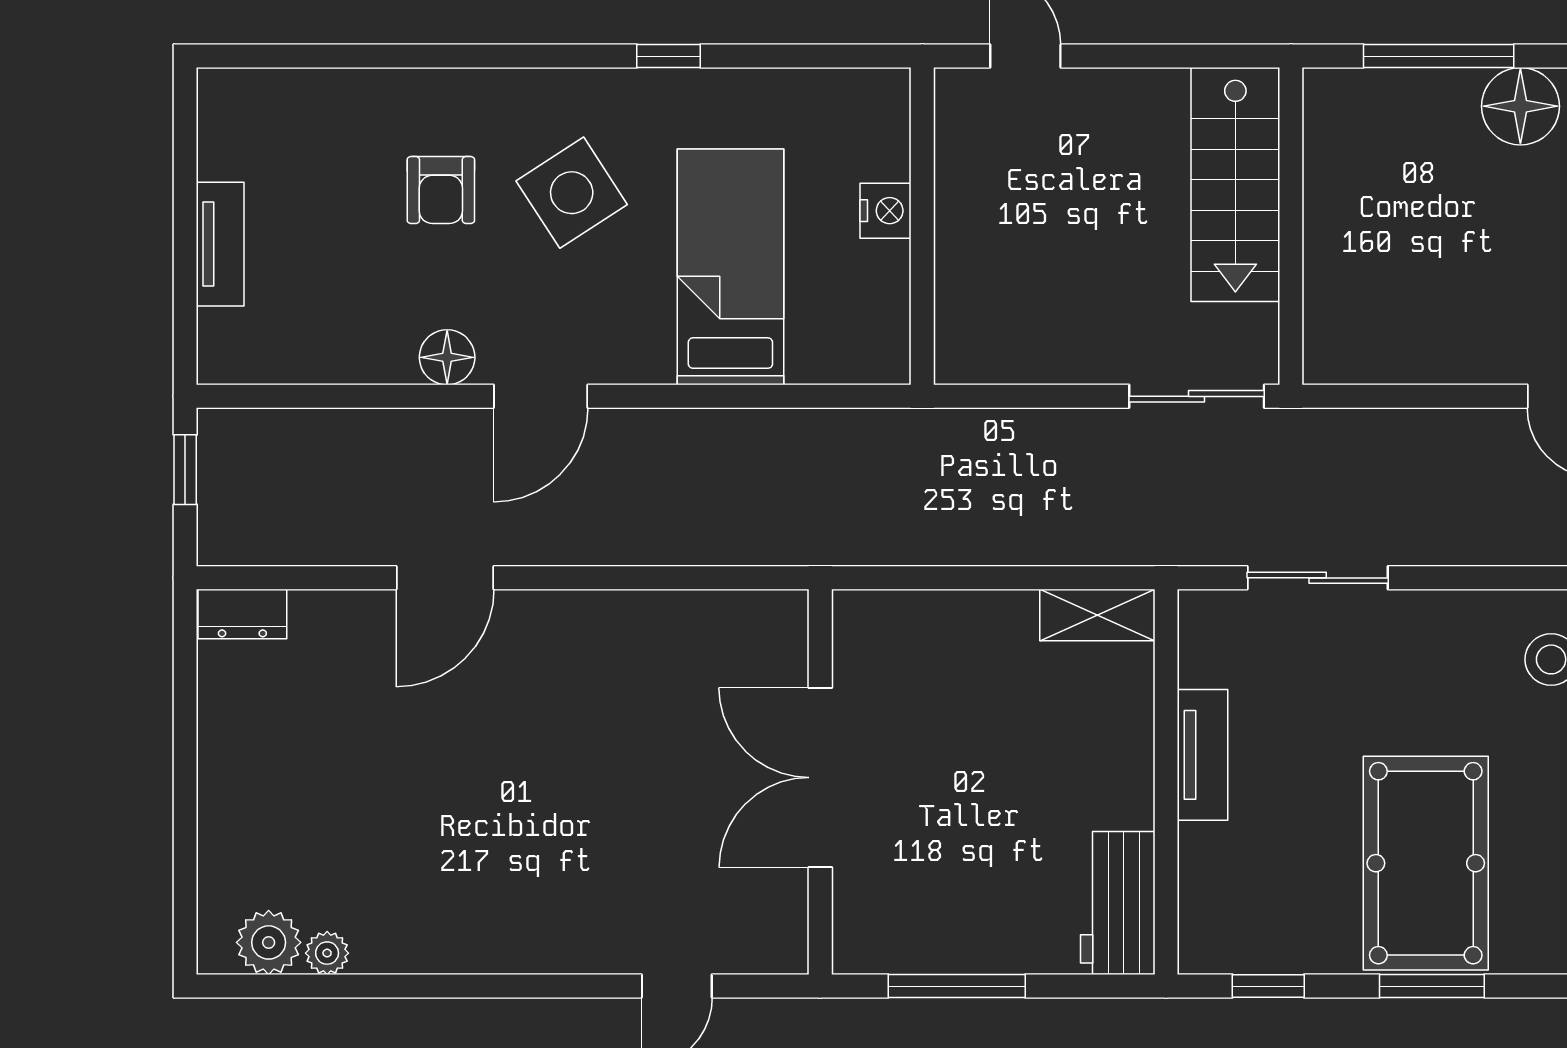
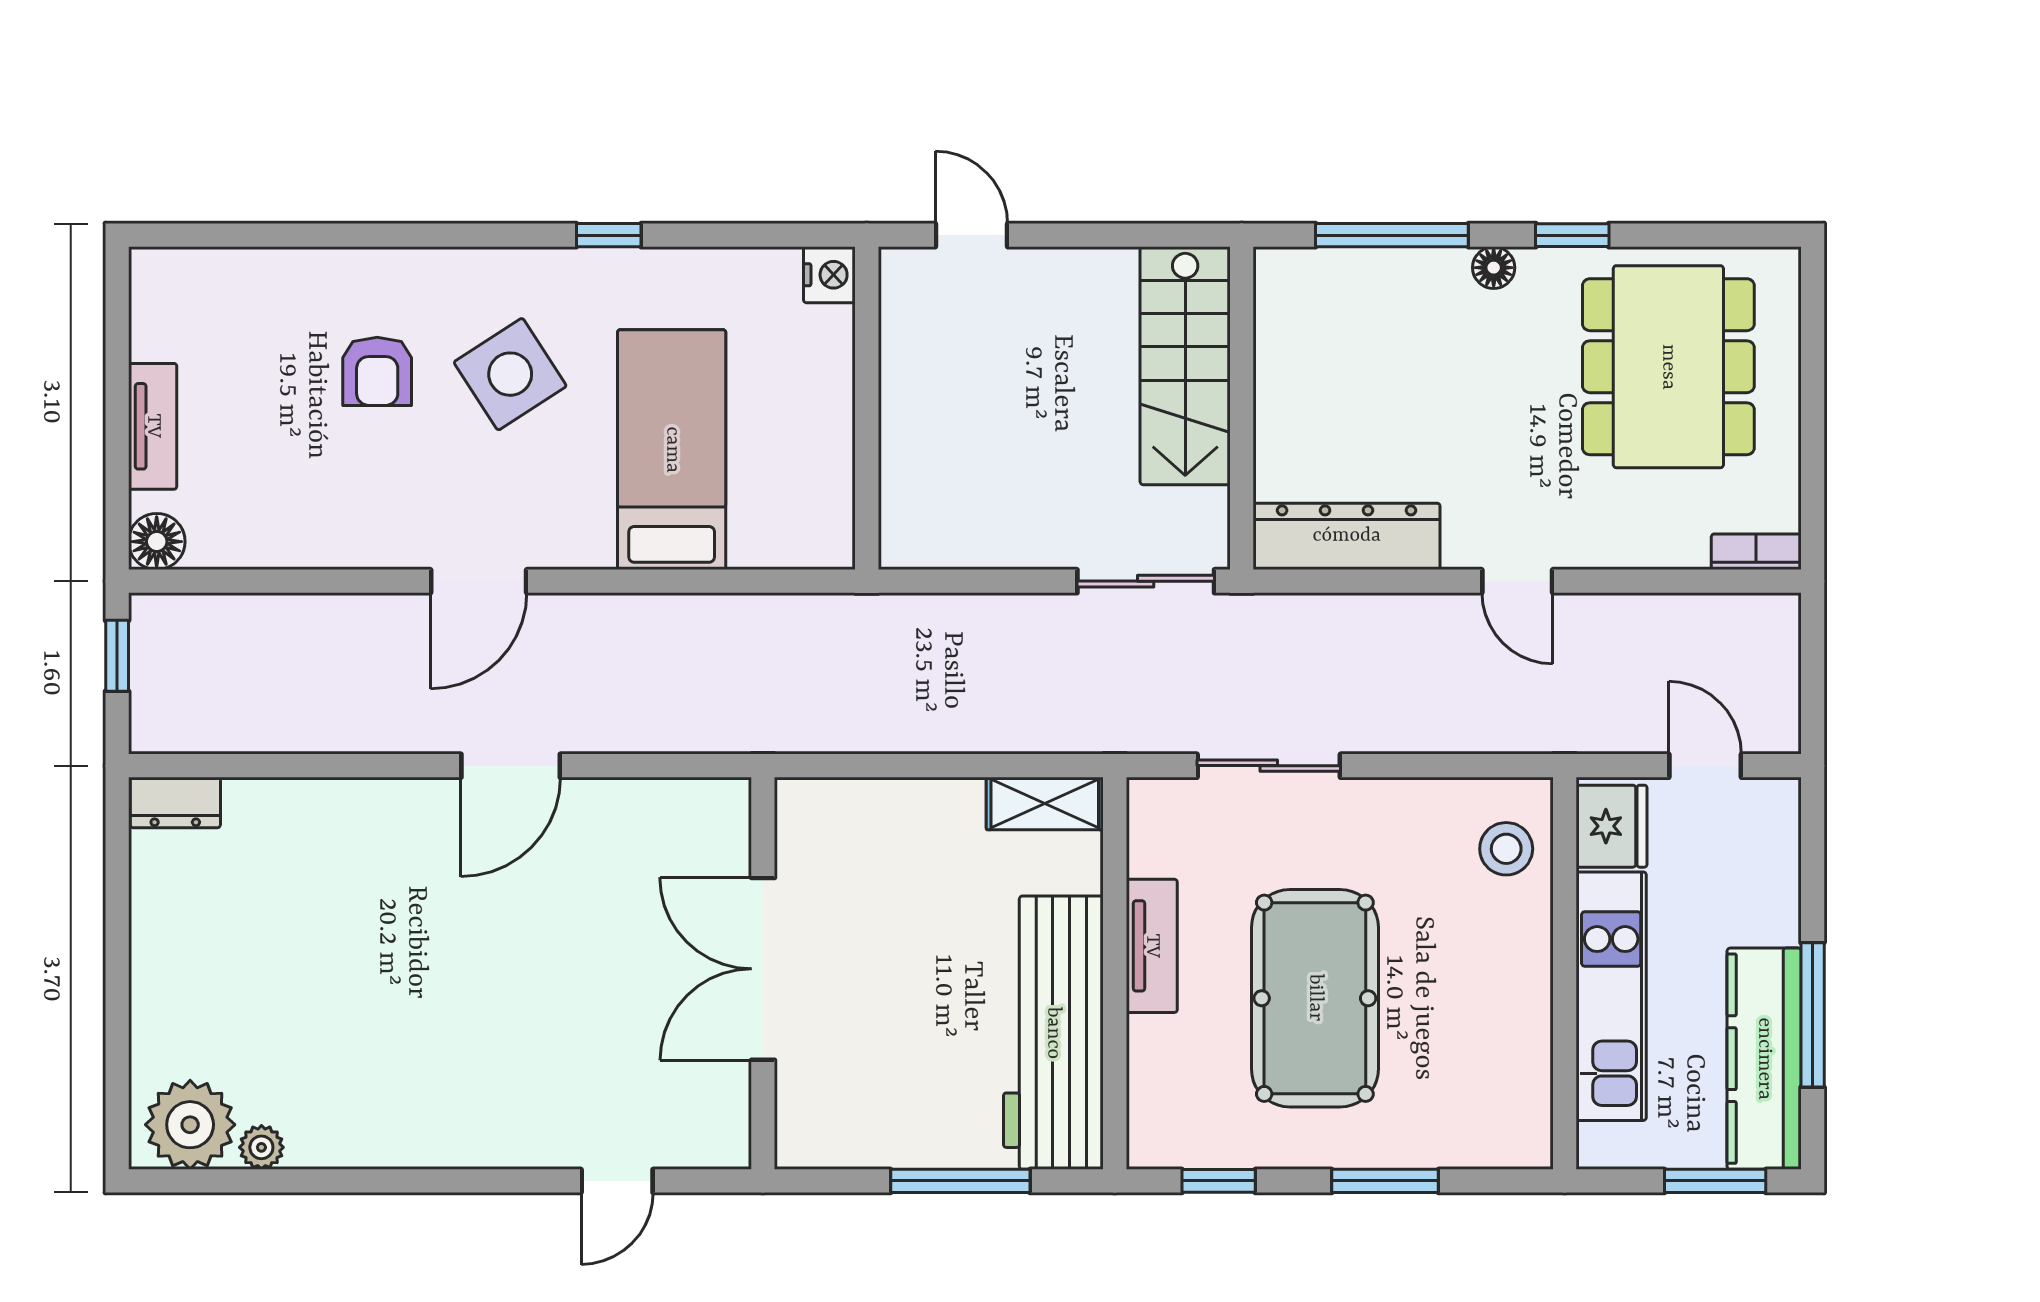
floor lamp: (1520, 106) -> (1494, 268), width x0.53, depth x0.53
nightstand: (886, 211) -> (829, 275), moved
dresser: (1394, 352) -> (1347, 536), added
floor lamp: (447, 357) -> (157, 542), moved
door: (445, 578) -> (511, 766), moved
pool table: (1426, 863) -> (1315, 998), moved
workbench: (1118, 903) -> (1053, 1033), width x1.88, depth x1.32
plant: (269, 942) -> (190, 1125), width x1.36, depth x1.36
window: (957, 986) -> (960, 1181), moved

